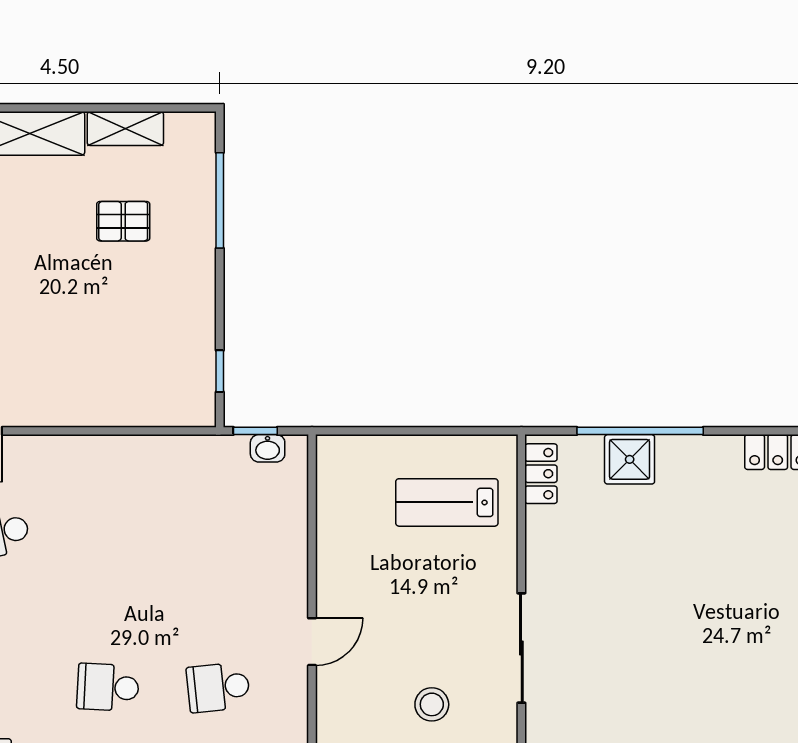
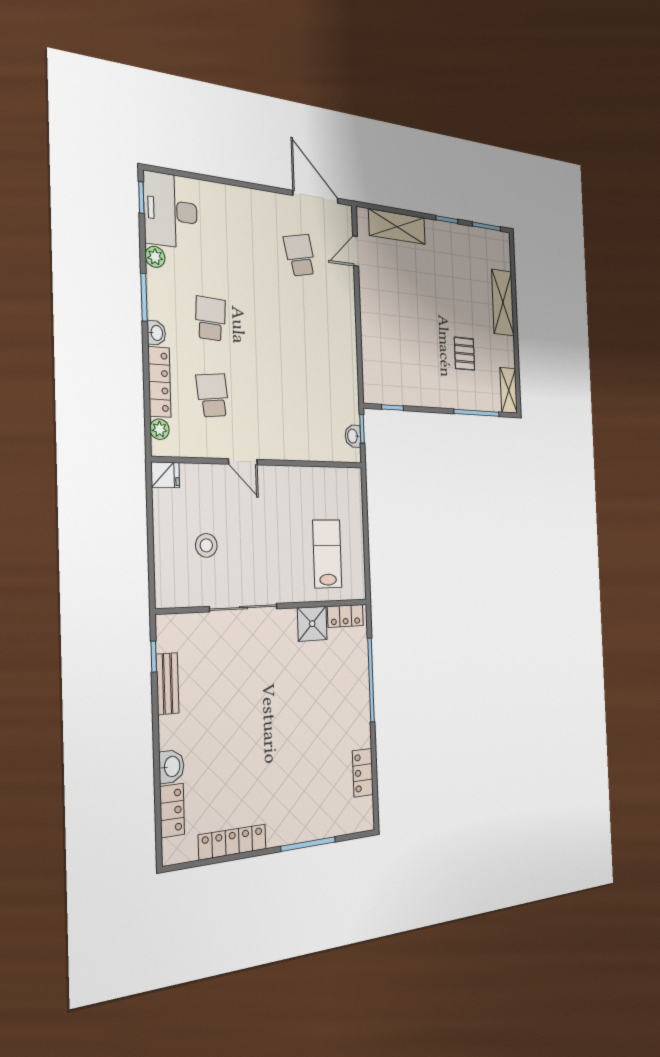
shelving: (125, 129) -> (509, 390), moved
shower: (630, 459) -> (312, 624), moved

